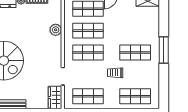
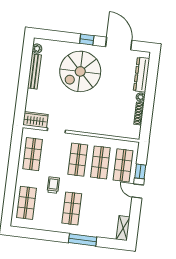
plant: (56, 30) -> (105, 129), removed
window: (164, 50) -> (83, 240), moved

